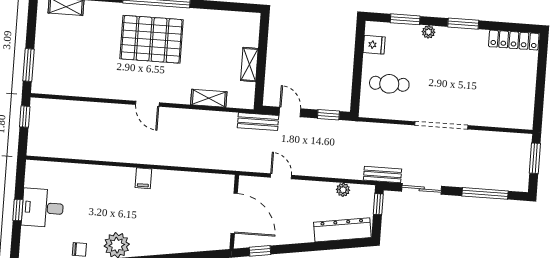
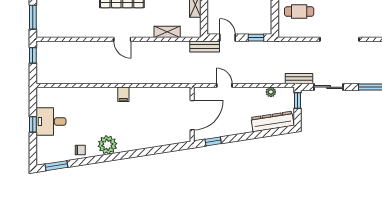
door: (234, 213) -> (192, 115), hinge flipped

